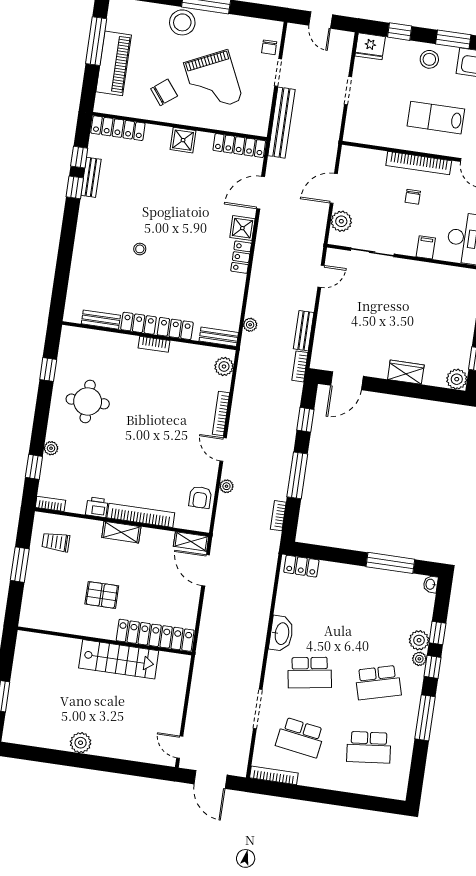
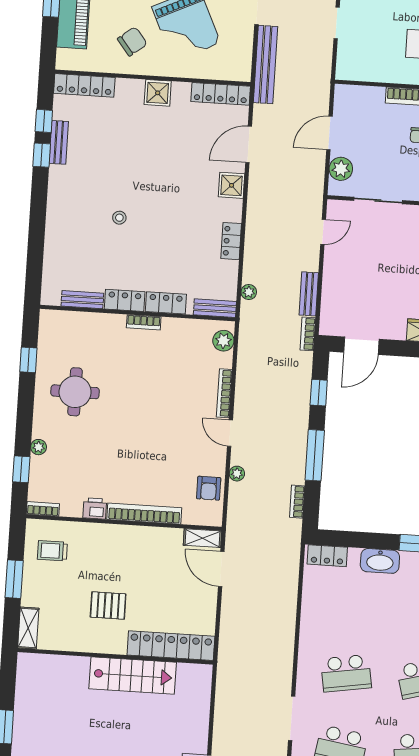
locker: (241, 257) -> (231, 241), moved
shelving: (121, 532) -> (28, 628), moved, turned 90
washbasin: (281, 634) -> (380, 561), moved, turned 90

